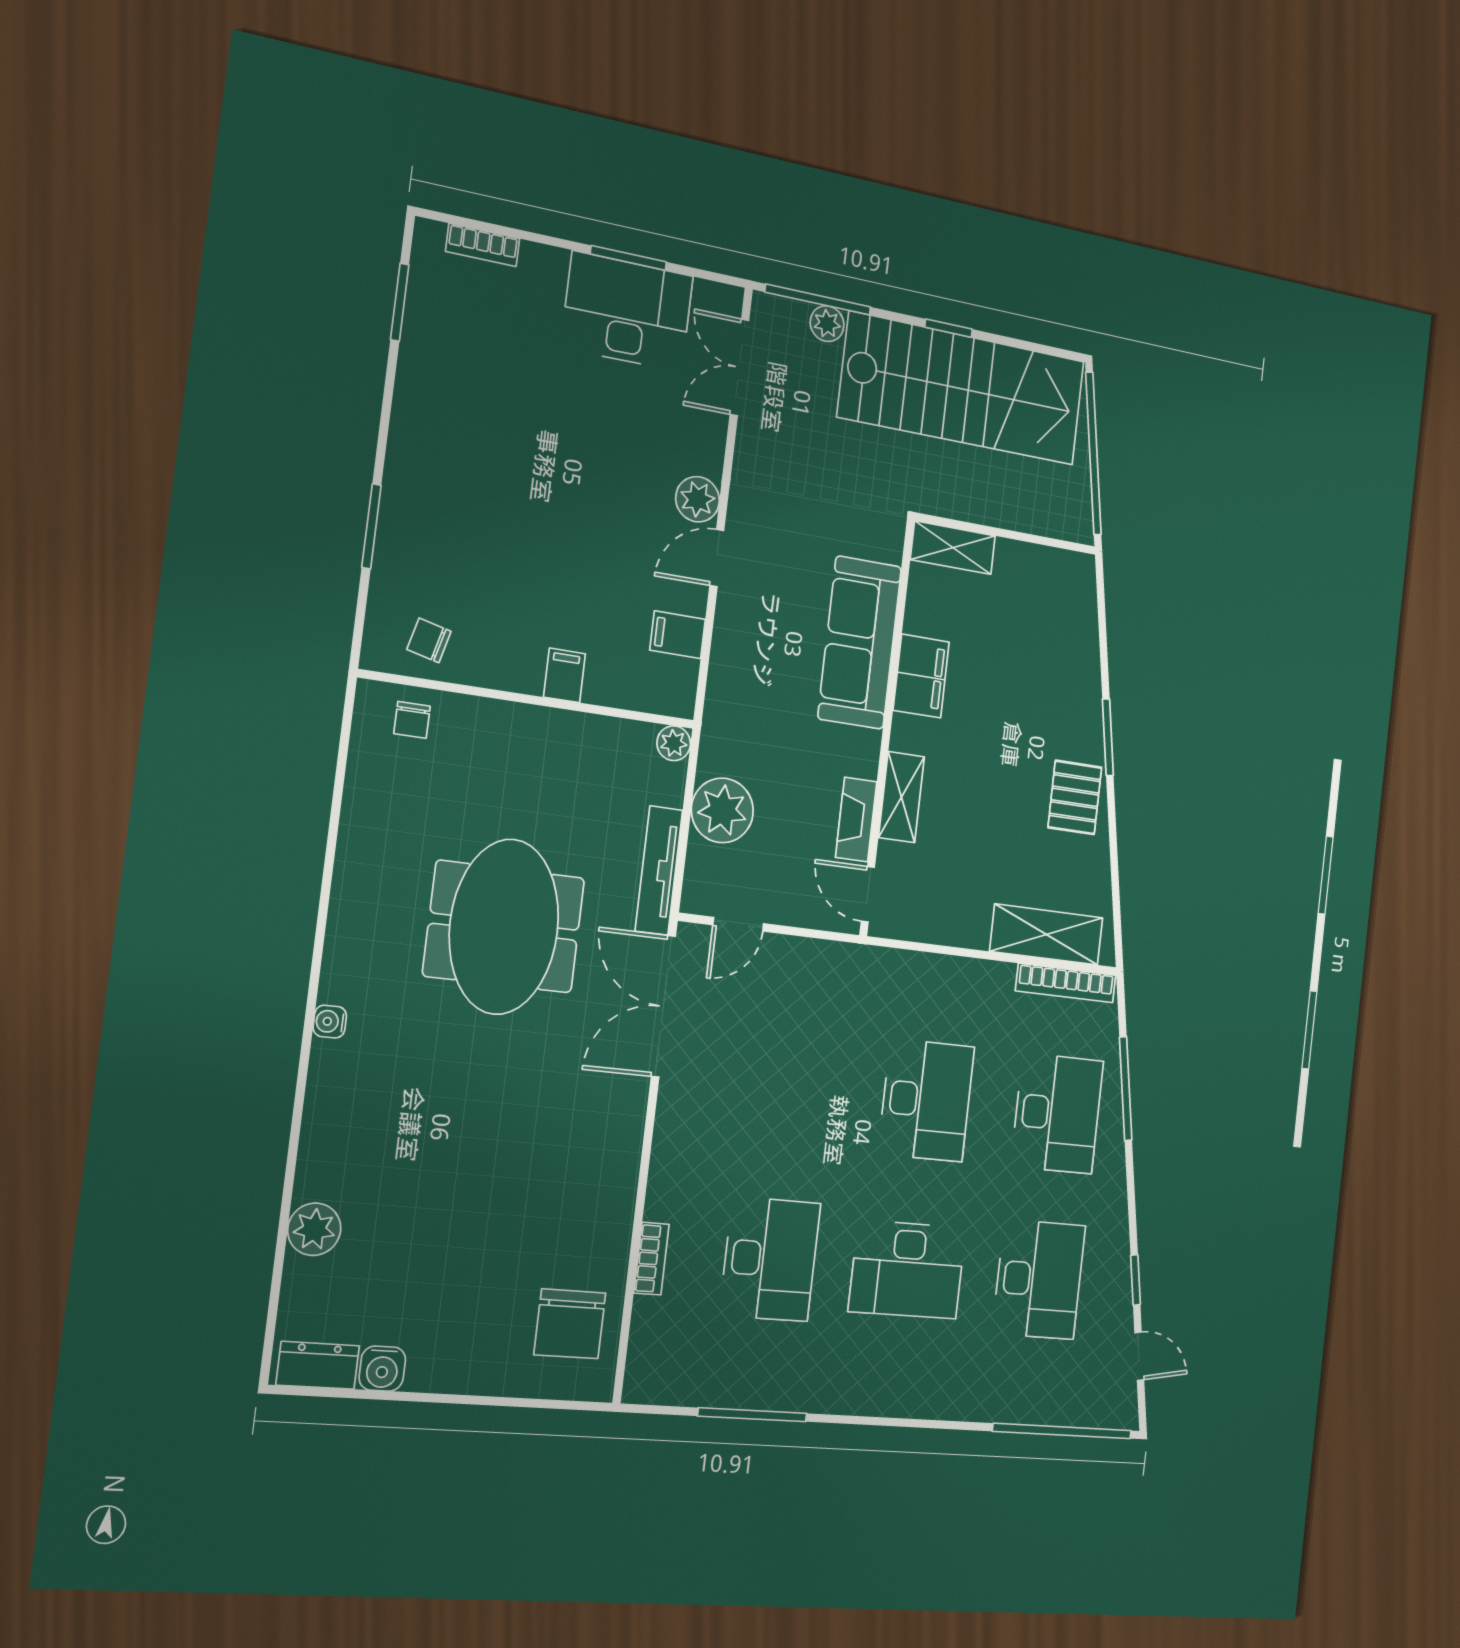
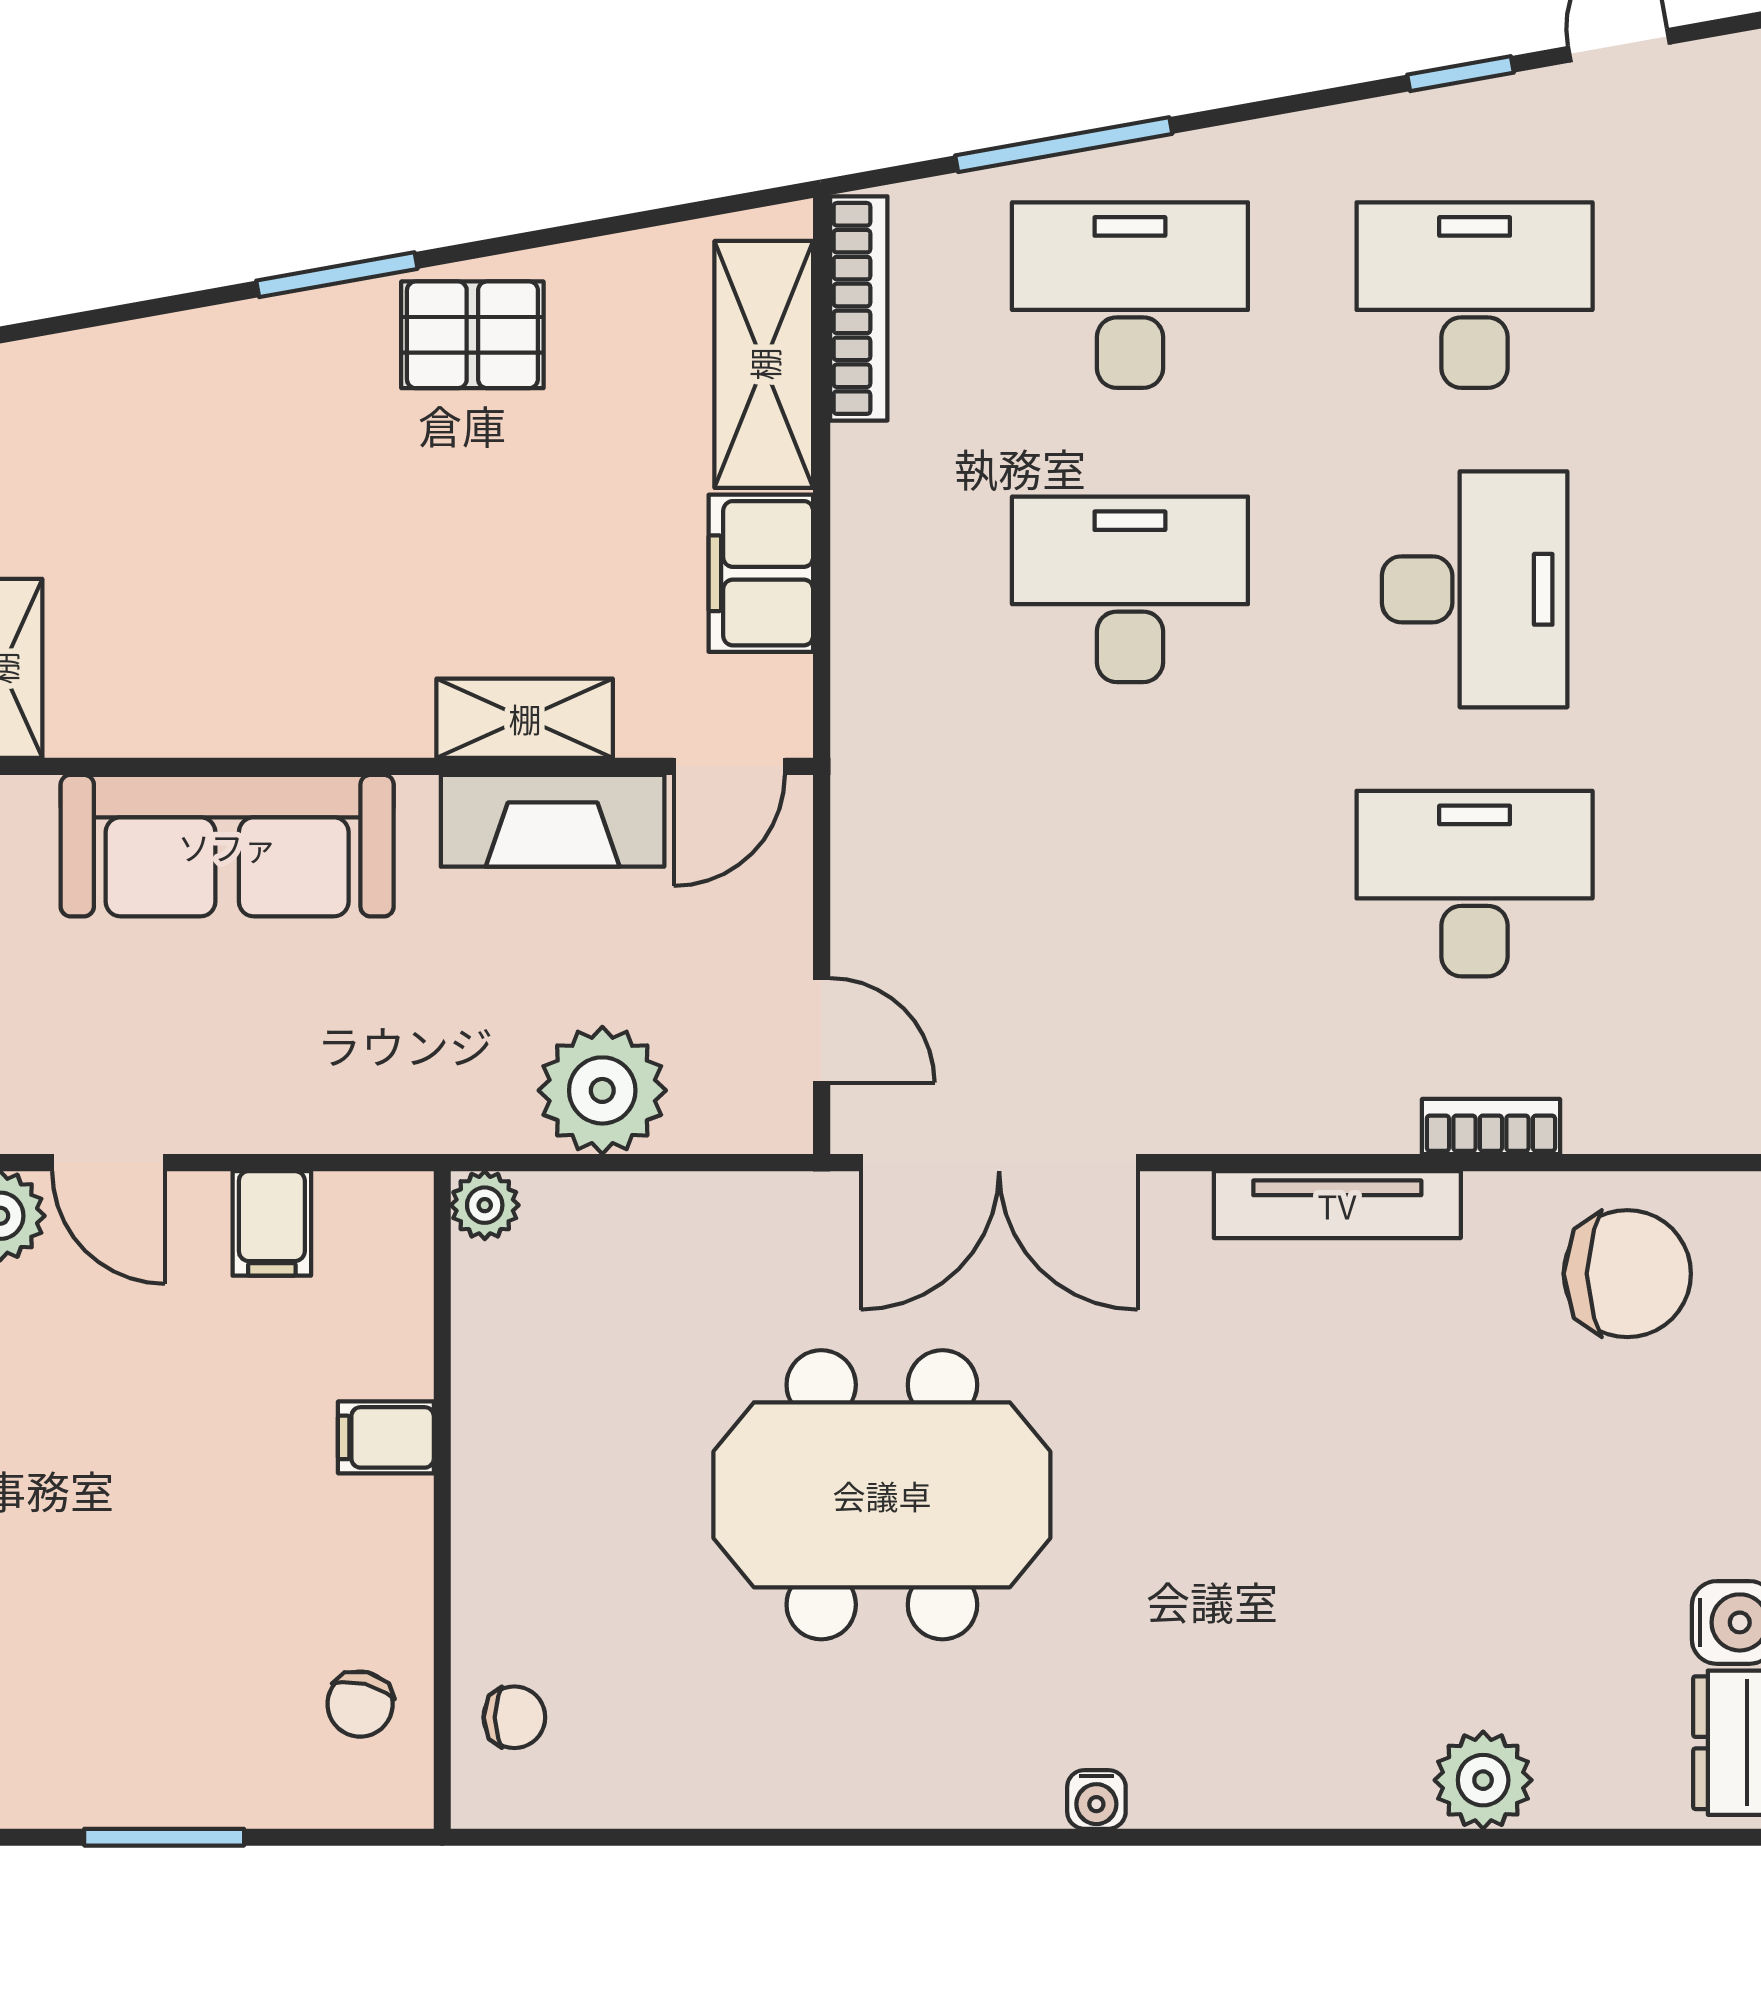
filing cabinet: (921, 676) -> (761, 573), moved, turned -90
fireplace: (856, 819) -> (553, 821), width x1.37, depth x1.32
tv unit: (659, 871) -> (1337, 1205), moved

